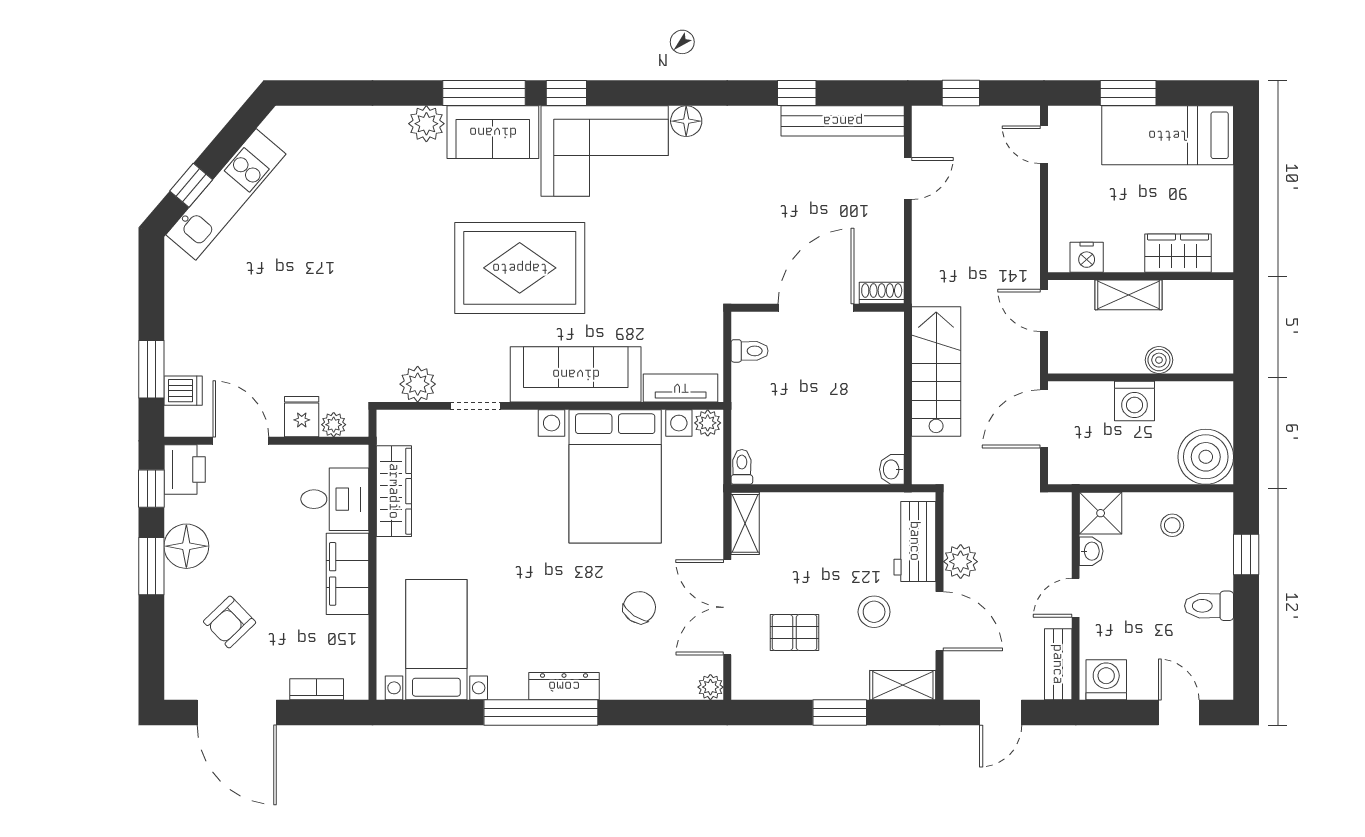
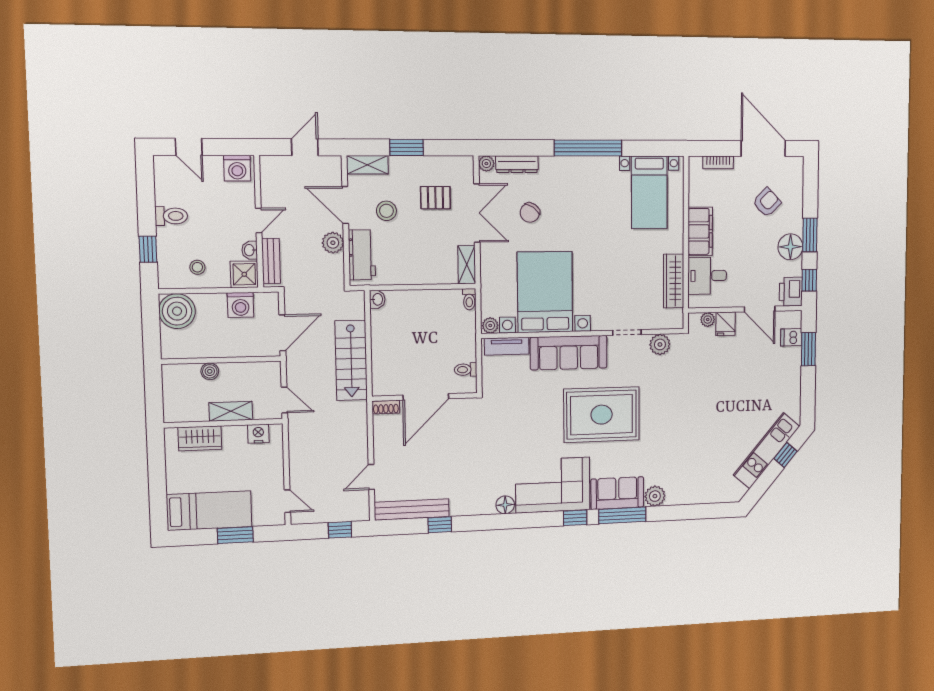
washing machine: (1134, 401) -> (240, 305), moved, turned 180
bench: (1058, 664) -> (271, 261), moved
dresser: (564, 686) -> (517, 164), moved

